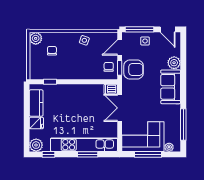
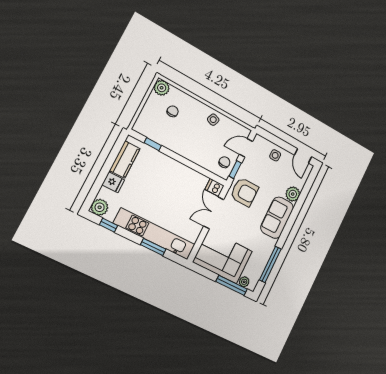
window: (140, 29) -> (276, 140), removed
armchair: (134, 69) -> (244, 192), moved
window: (148, 154) -> (232, 285), moved

